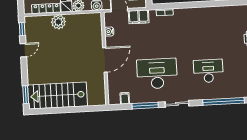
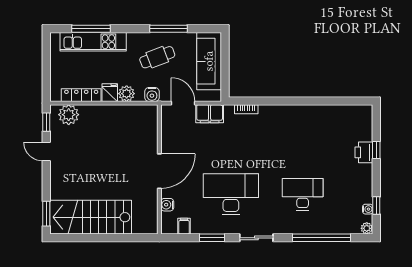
plant: (58, 22) -> (69, 115), moved
water cooler: (109, 32) -> (167, 205), moved
door: (23, 50) -> (46, 152), swing flipped
window: (145, 106) -> (212, 238), width x0.69

